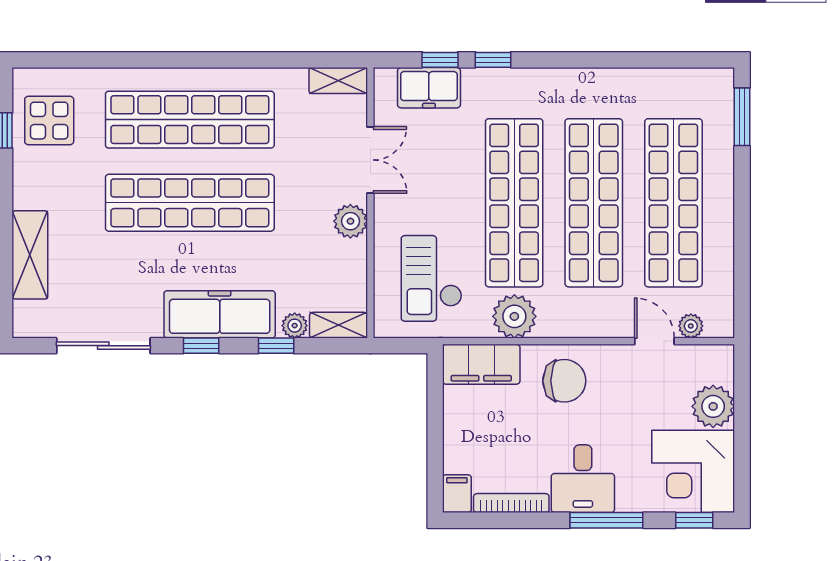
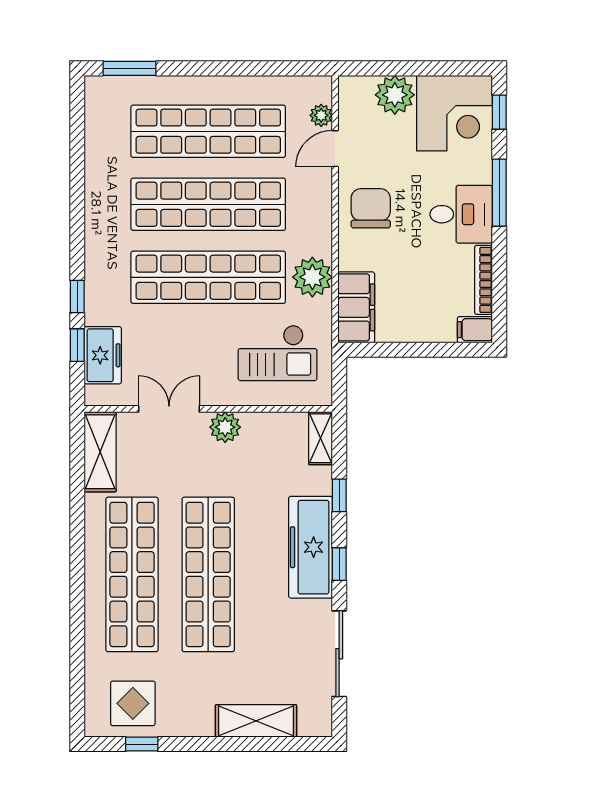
shelving: (338, 80) -> (100, 452), width x1.50, depth x1.33
plant: (295, 326) -> (321, 478), removed
chair: (564, 381) -> (371, 208), moved

